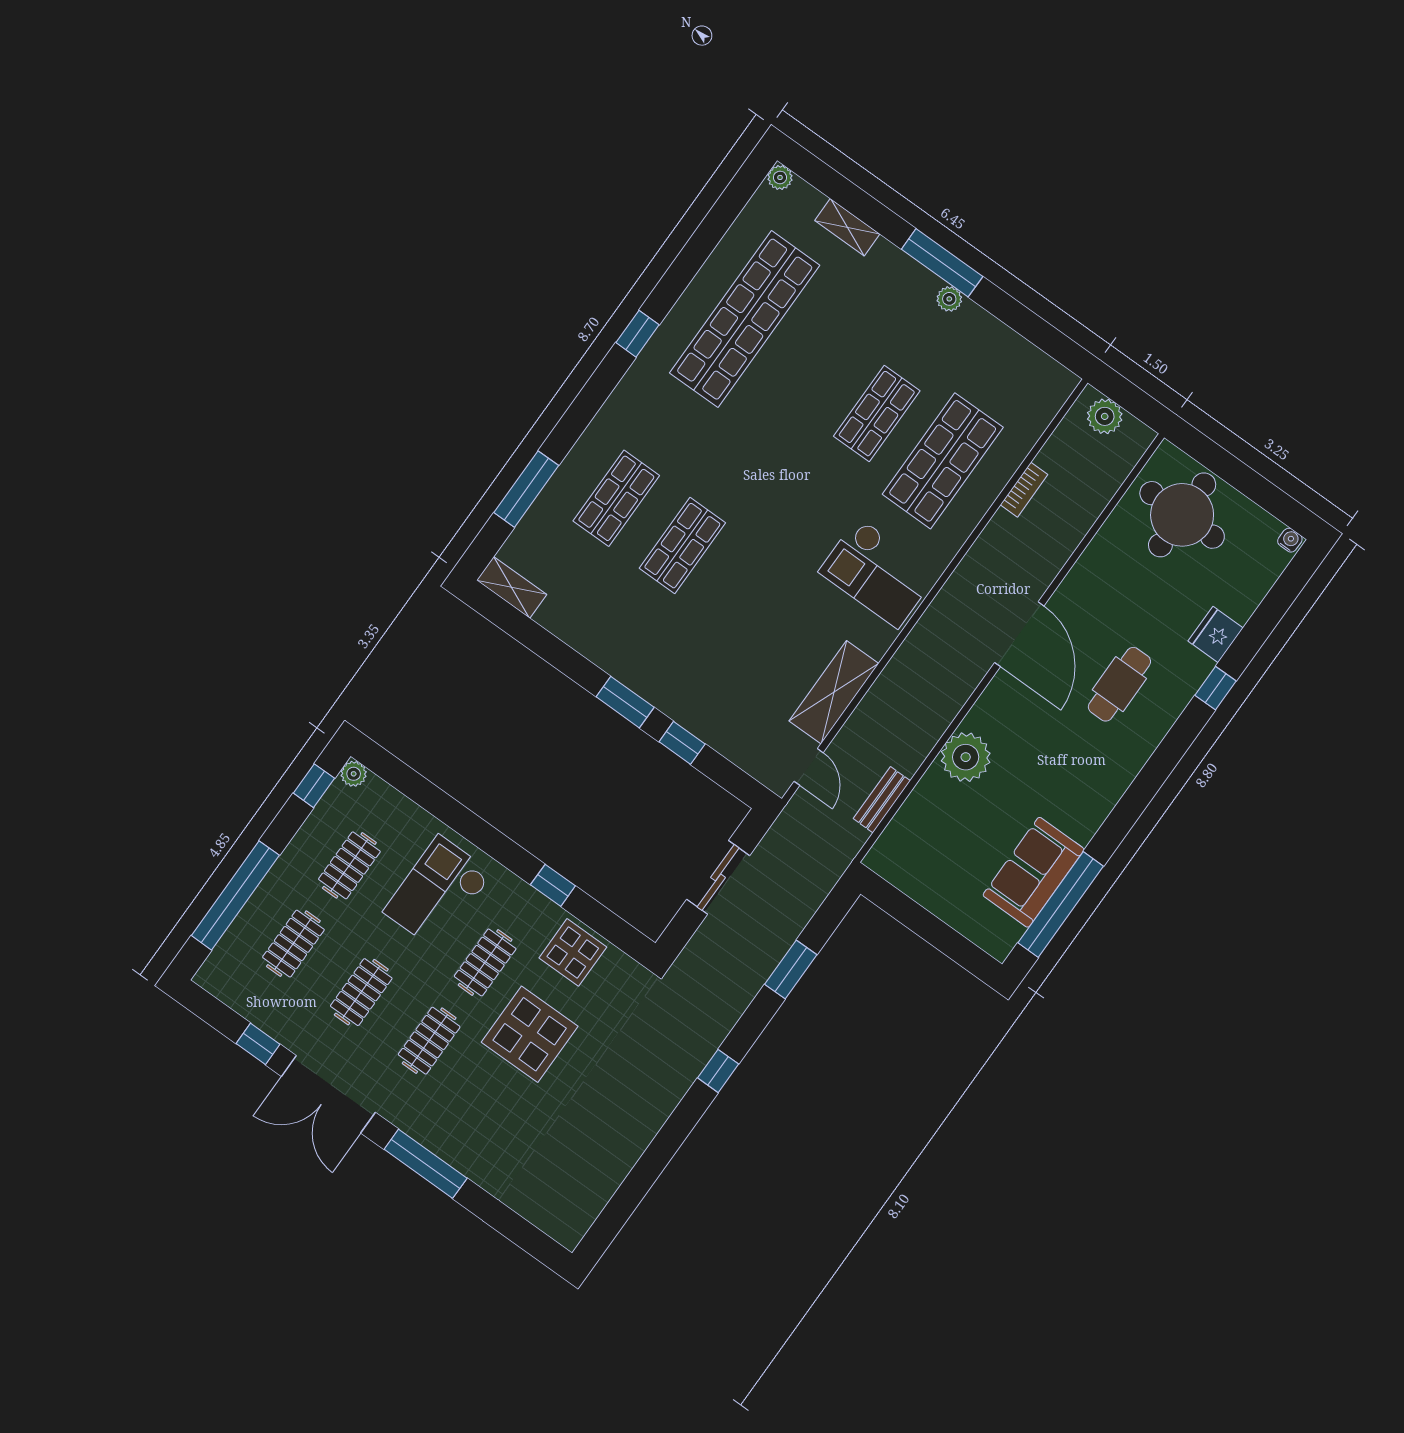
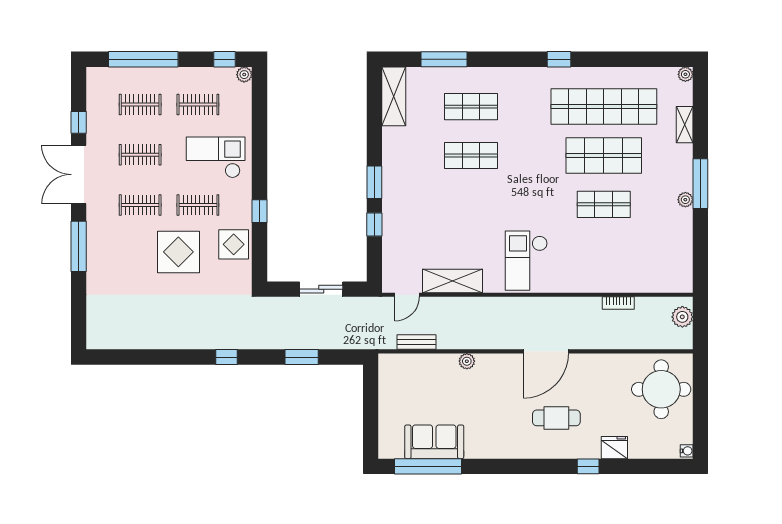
shop shelf: (943, 461) -> (604, 155), moved
shelving: (512, 587) -> (394, 96), width x1.50, depth x1.33
plant: (966, 757) -> (467, 361), width x0.53, depth x0.53

